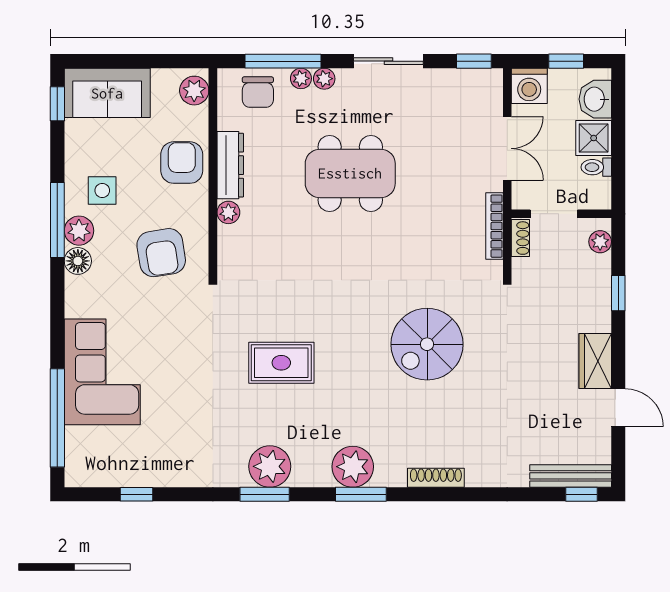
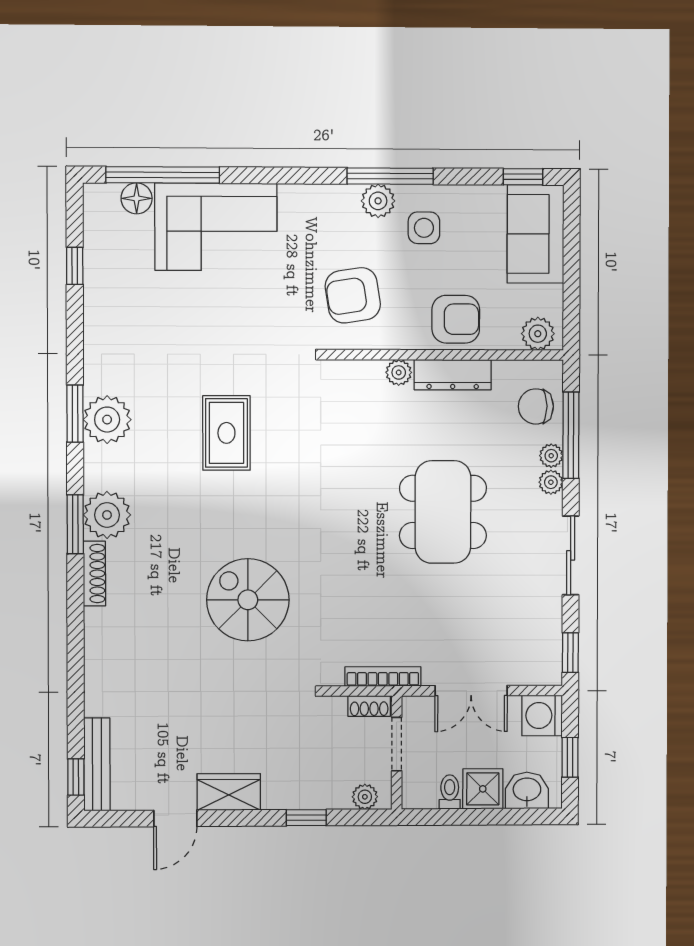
floor lamp: (78, 261) -> (137, 198), moved
shoe rack: (436, 478) -> (94, 574), moved

